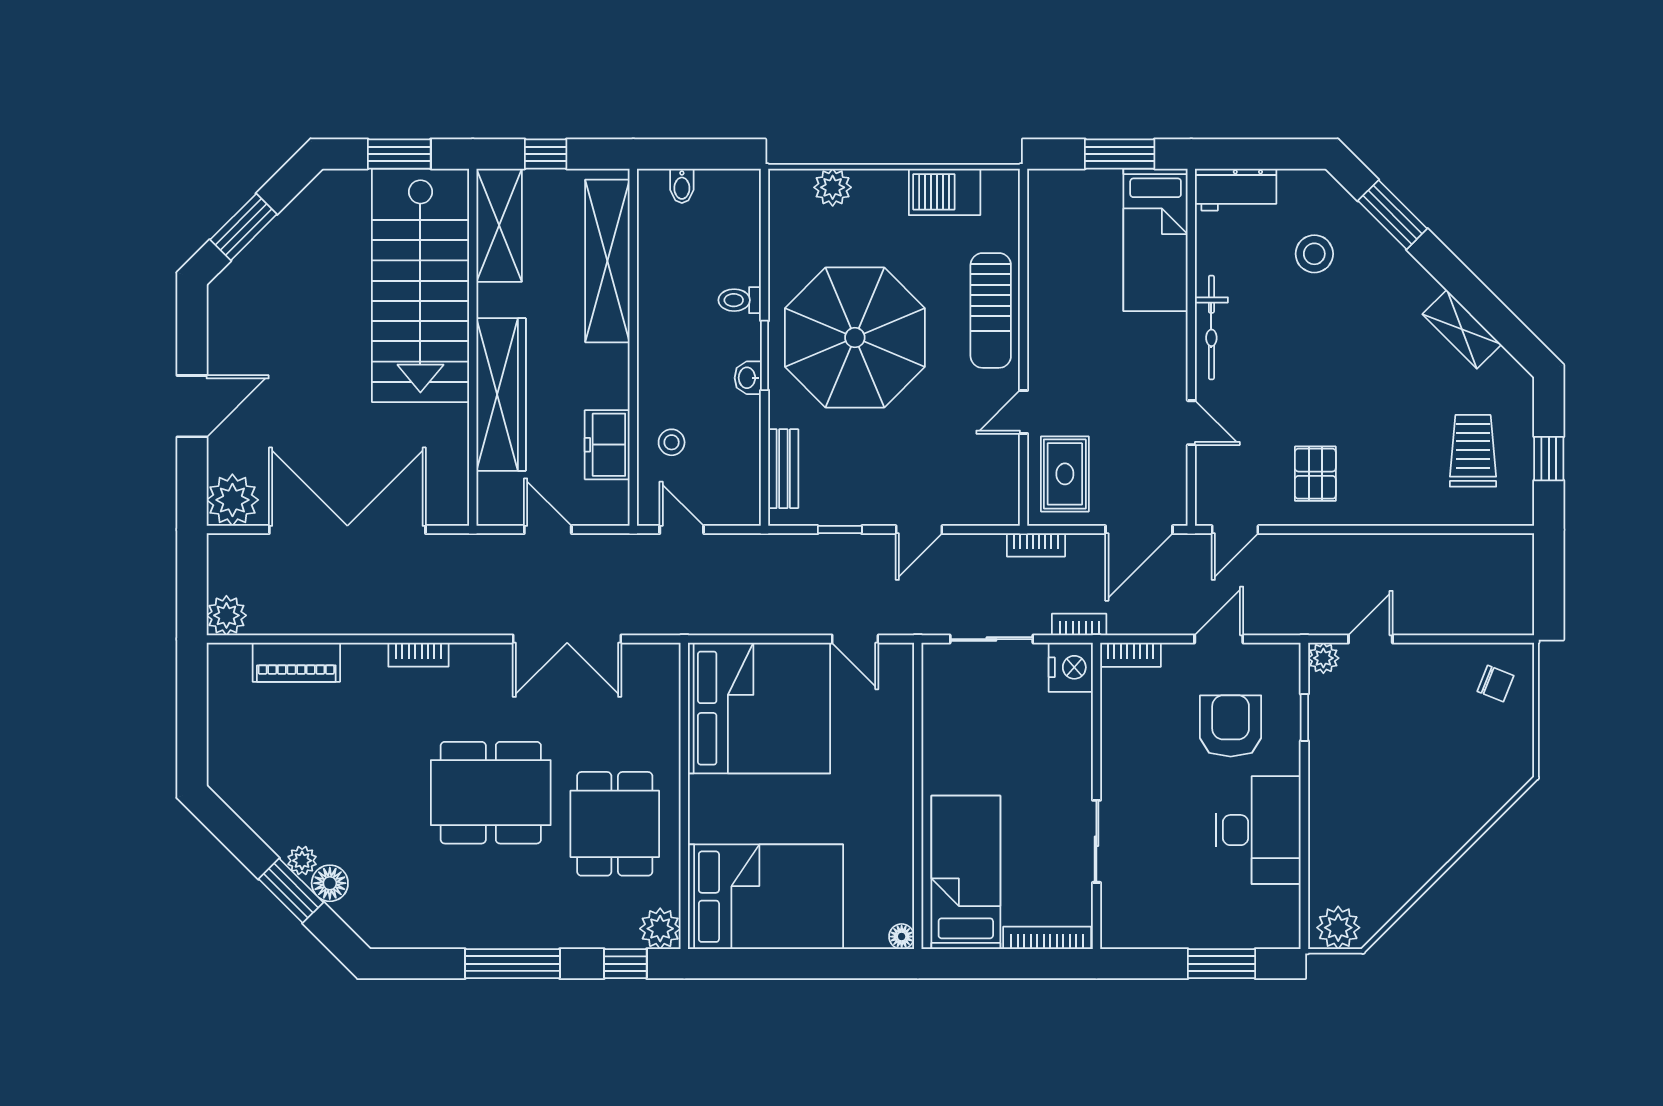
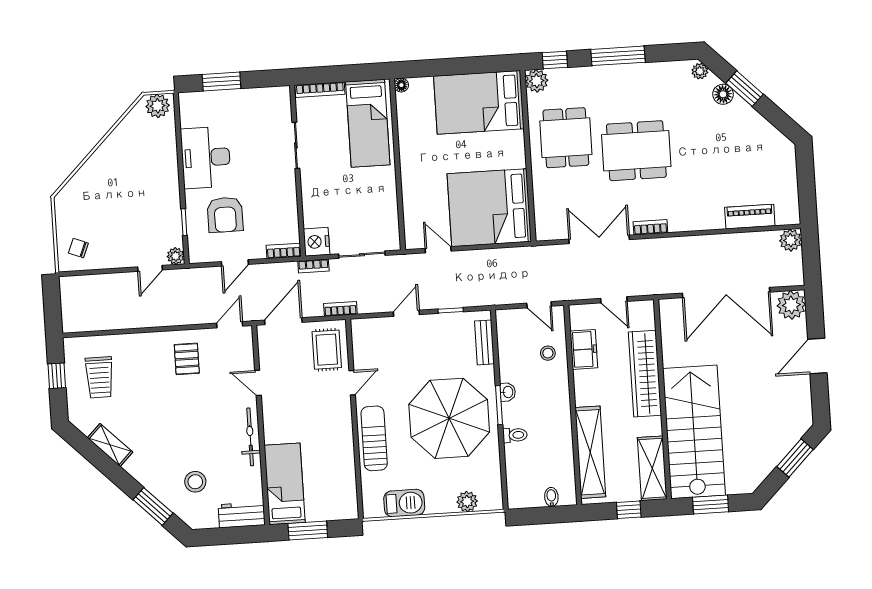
bookcase: (418, 655) -> (650, 227), moved
plant: (302, 861) -> (700, 71), moved

